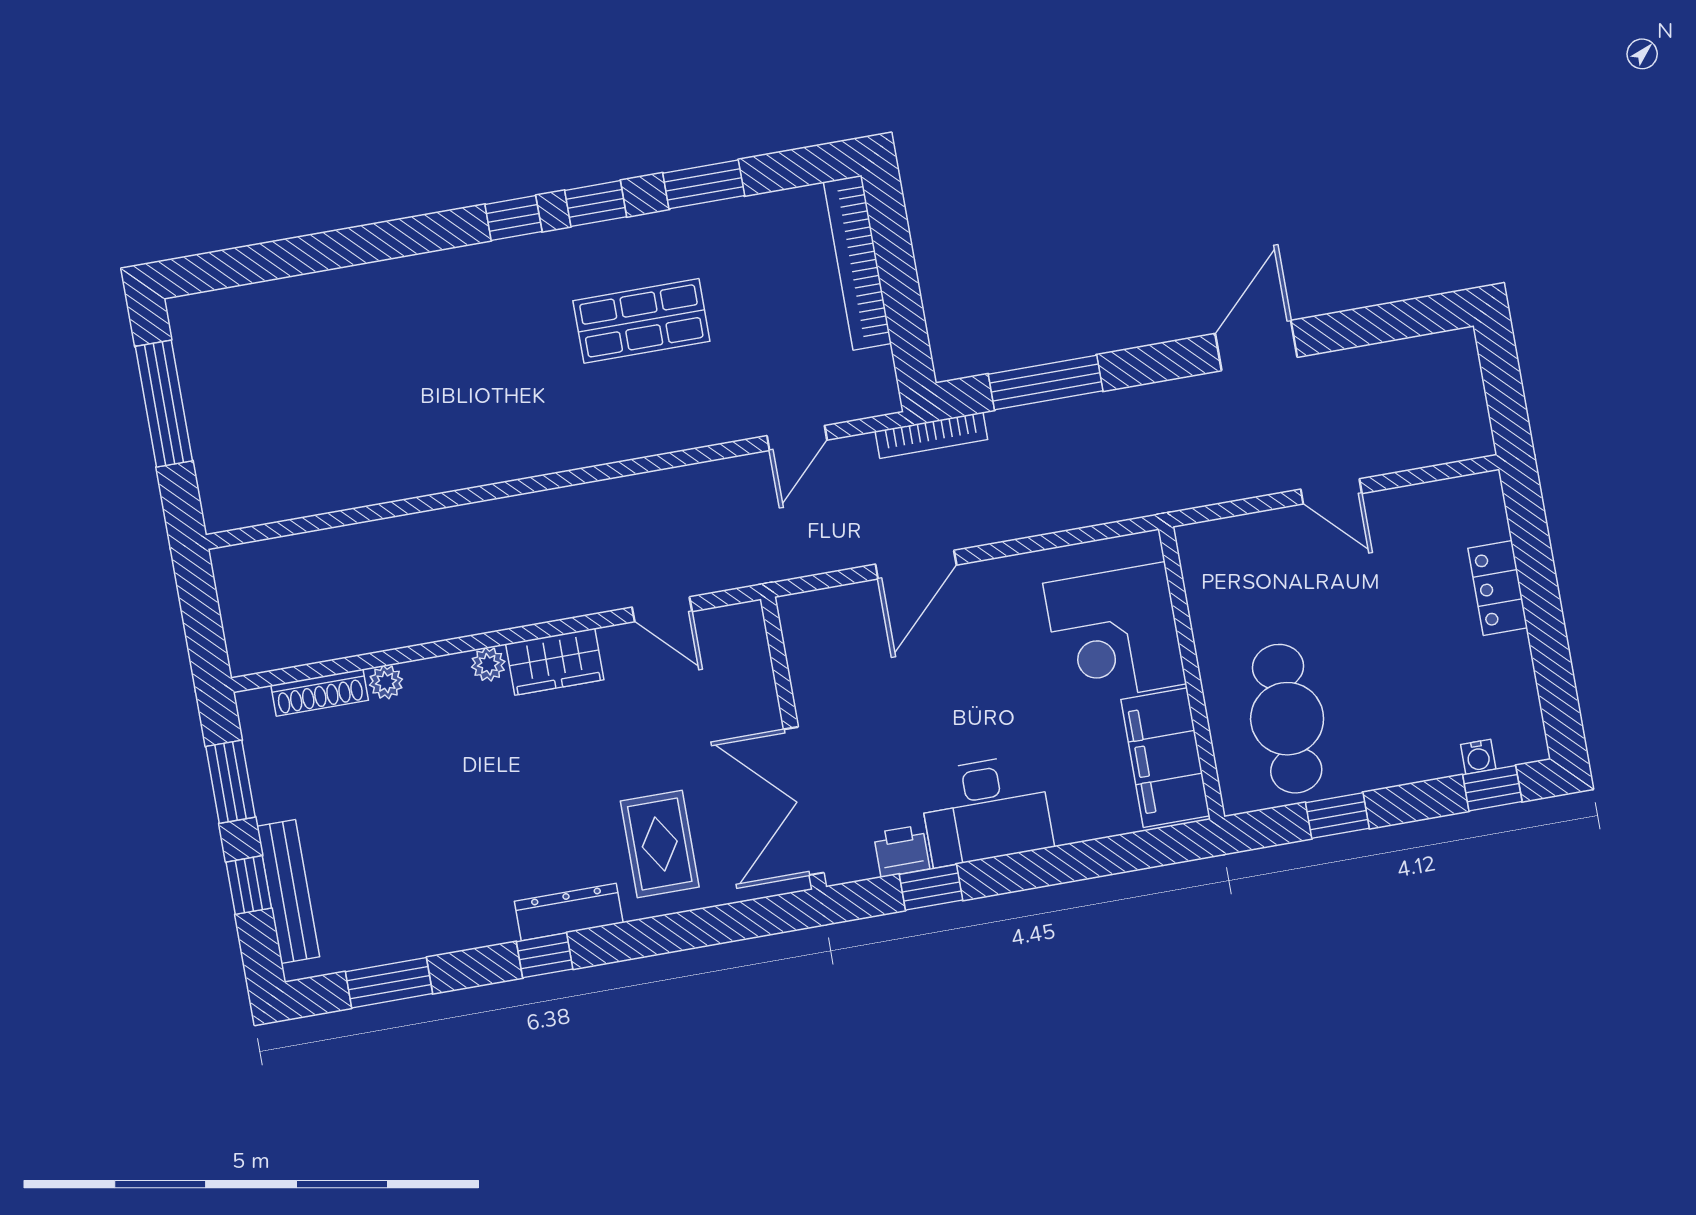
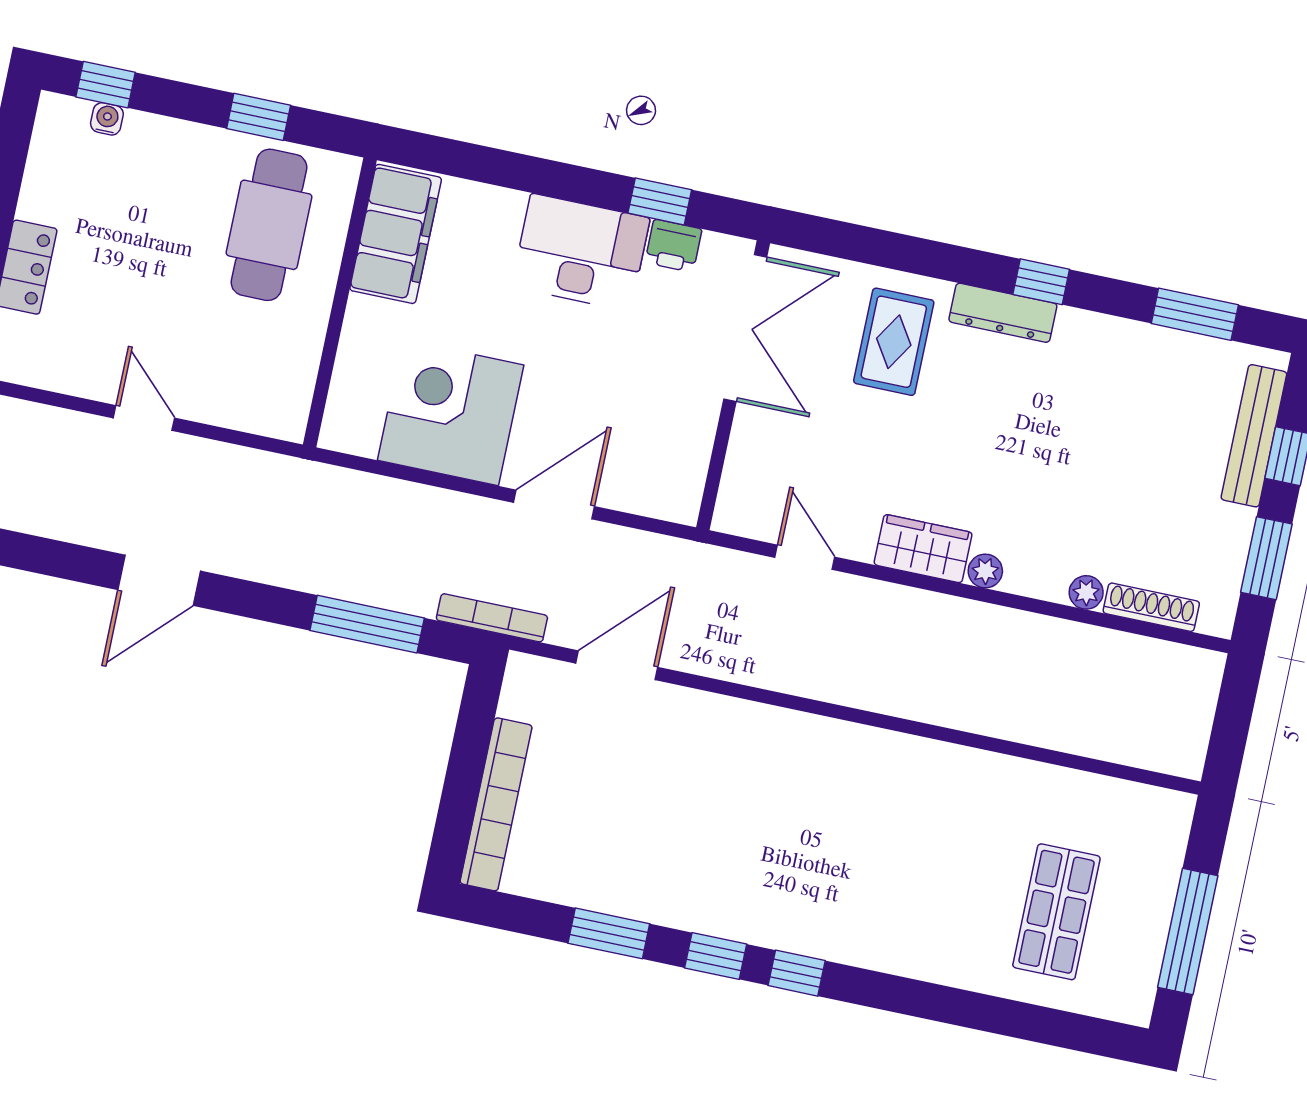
shop shelf: (641, 321) -> (1056, 912), moved, turned 90
door: (797, 438) -> (617, 665), width x1.38
corner desk: (1115, 634) -> (451, 413), moved, turned -90

